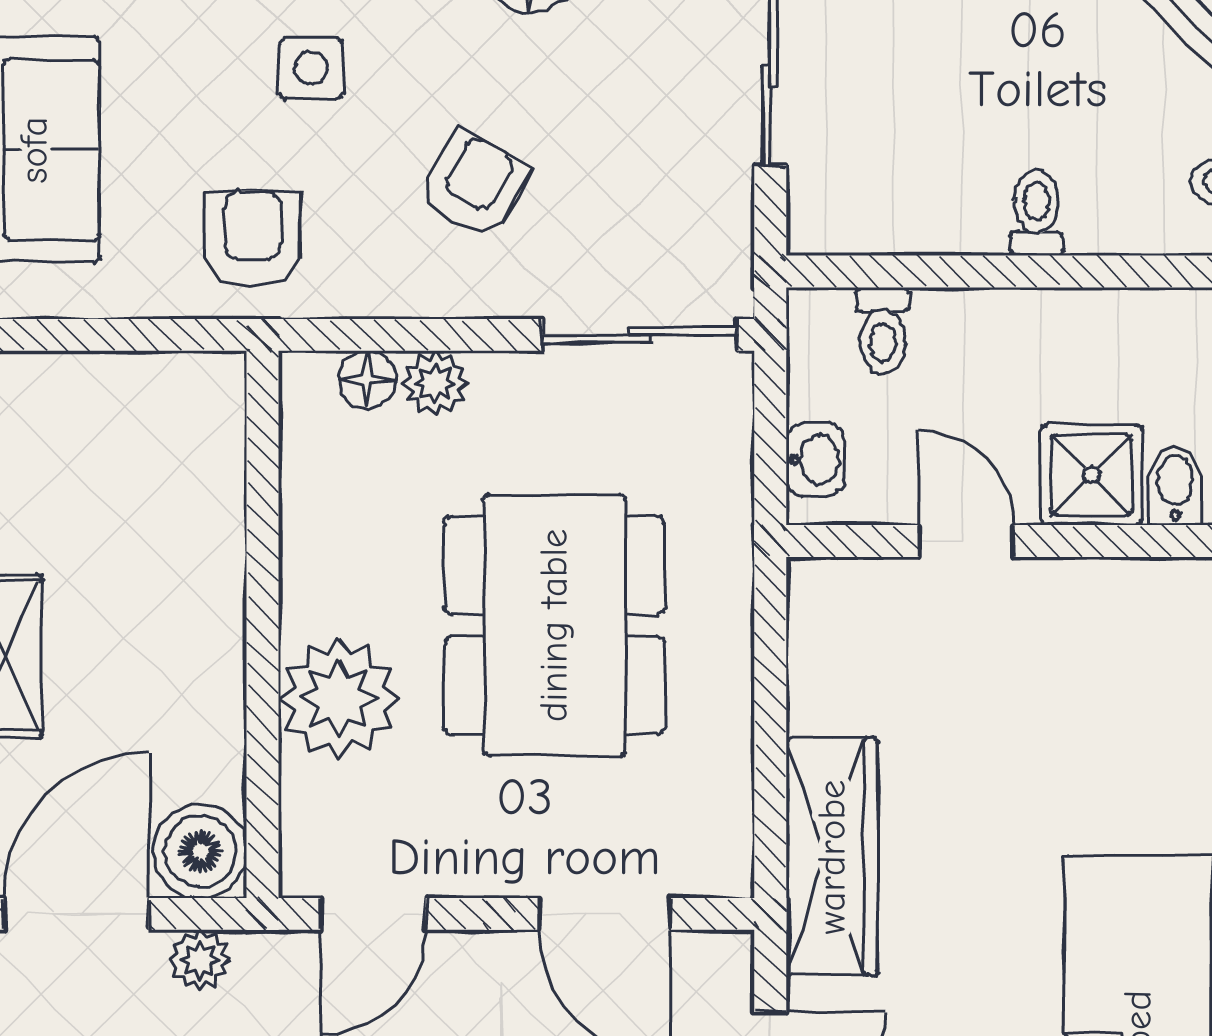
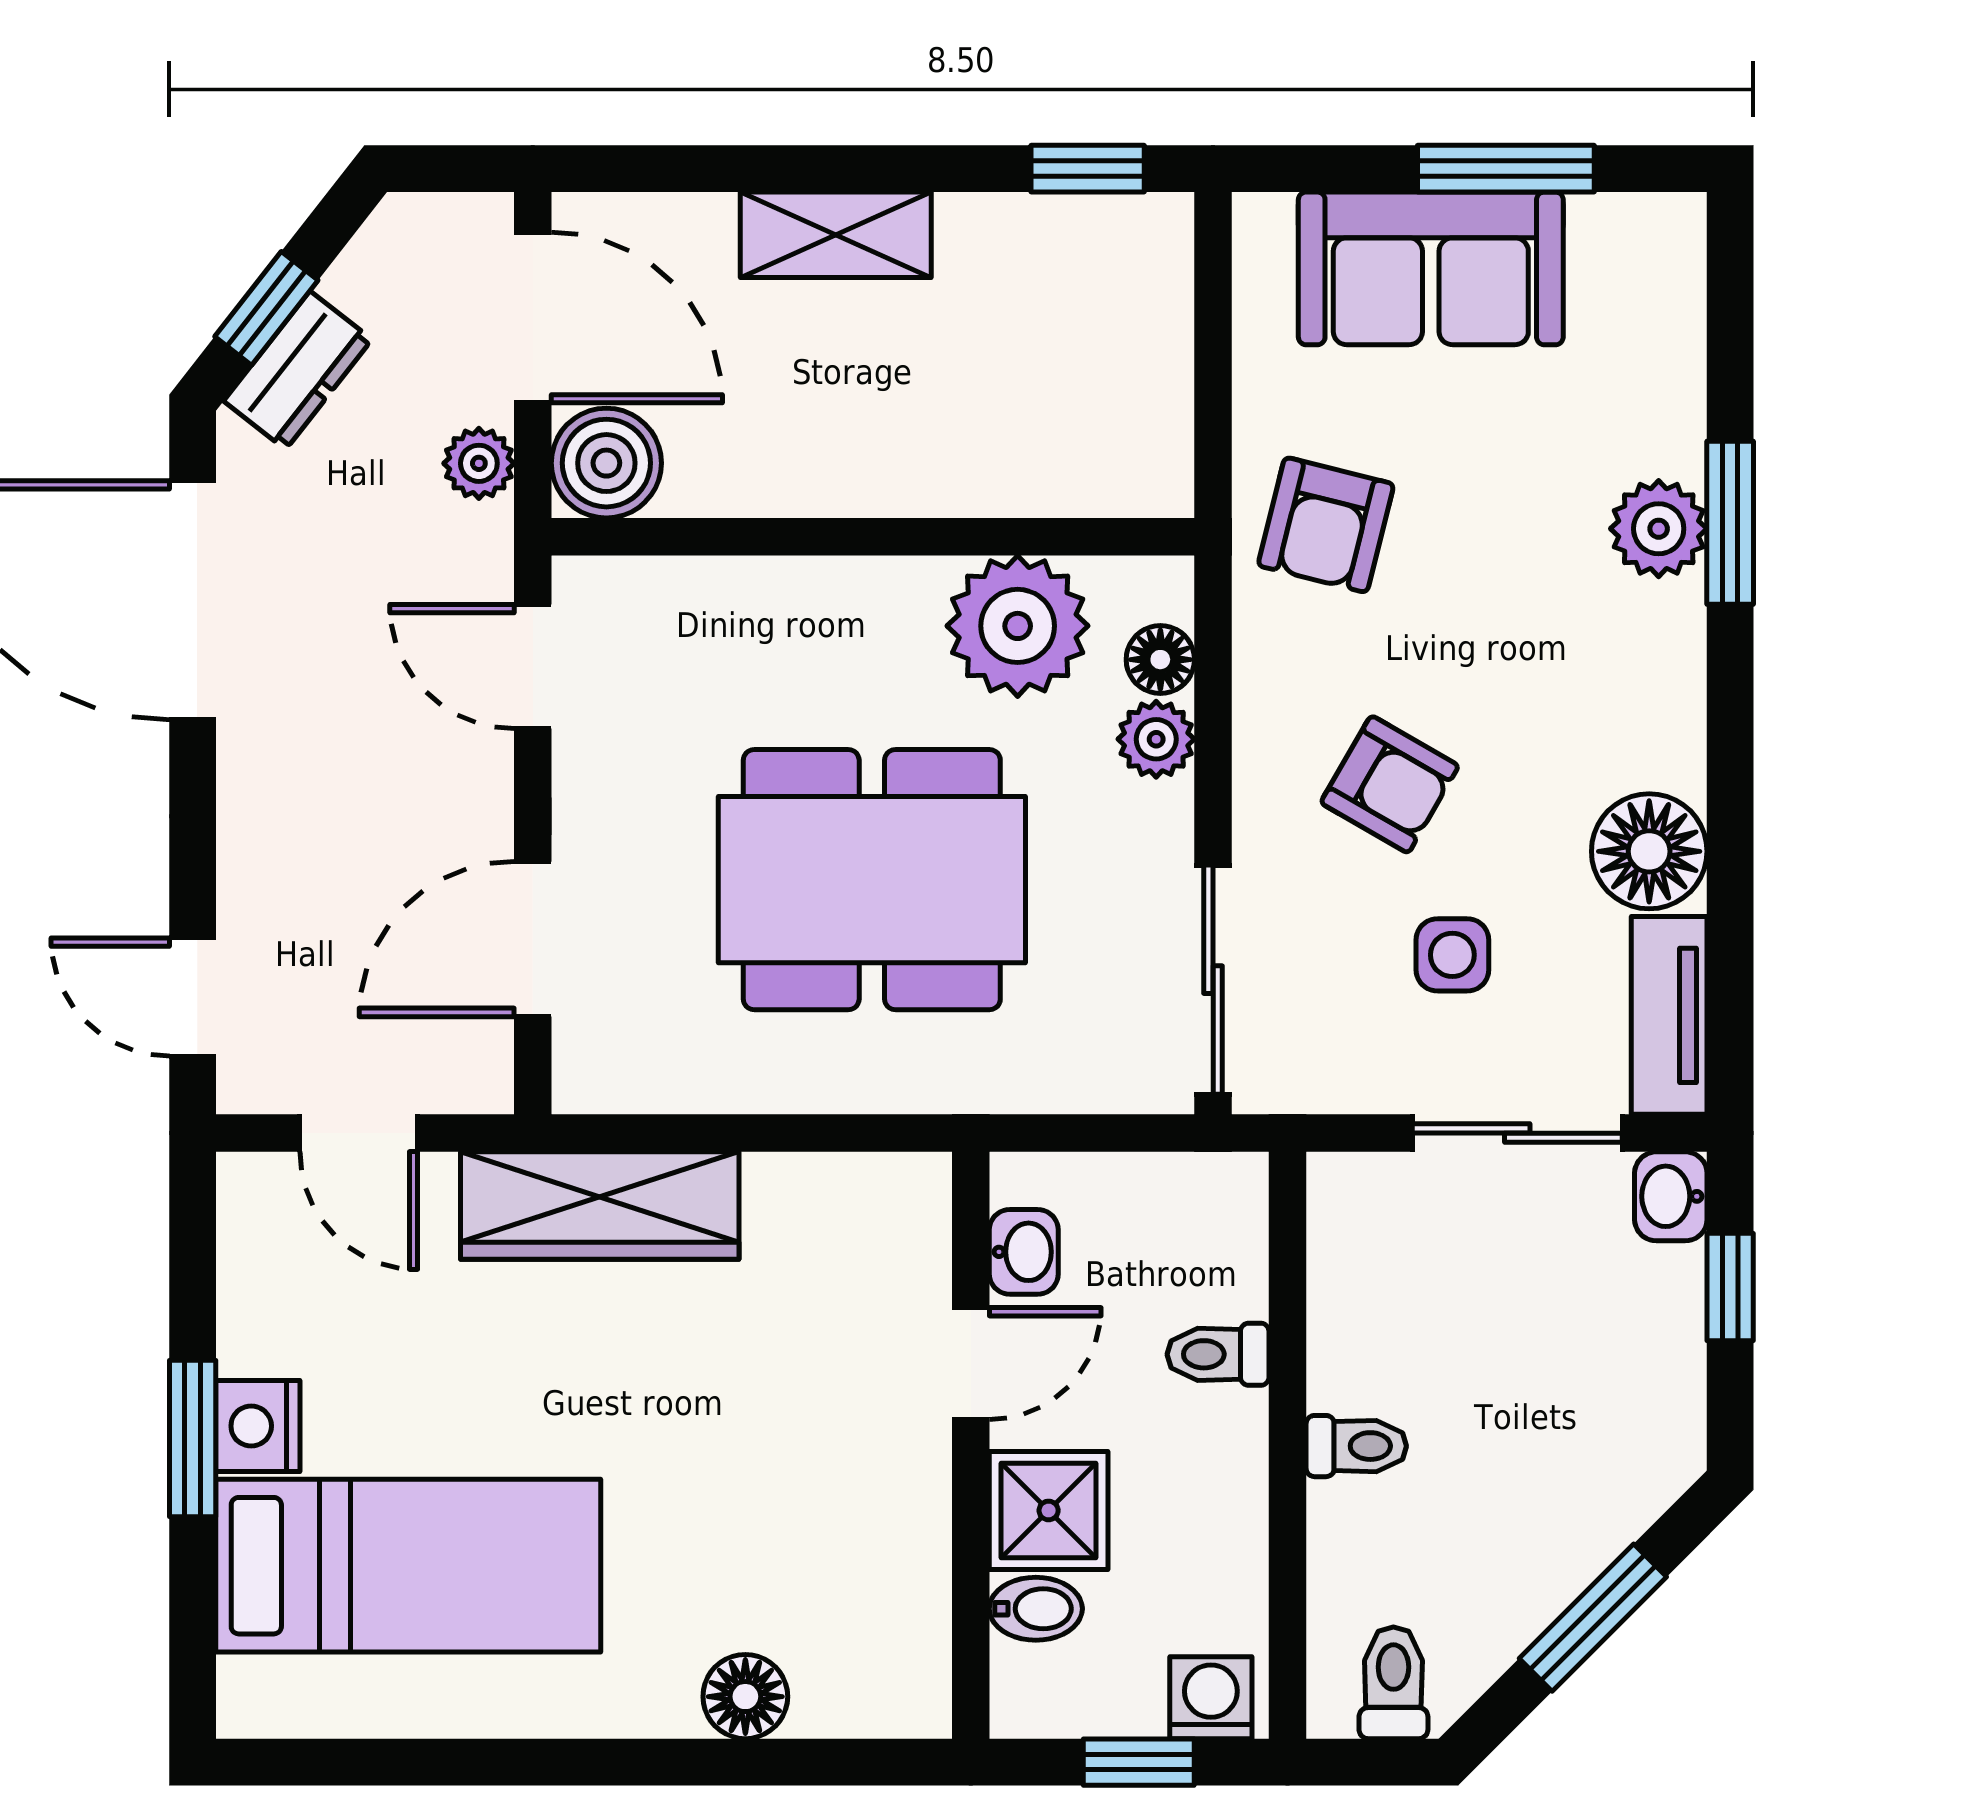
side table: (311, 68) -> (1452, 955), moved
armchair: (253, 239) -> (1326, 525), turned 104
toilet: (883, 331) -> (1218, 1354), moved
washbasin: (815, 460) -> (1024, 1252), moved, turned -90
plant: (339, 699) -> (1018, 626), moved

